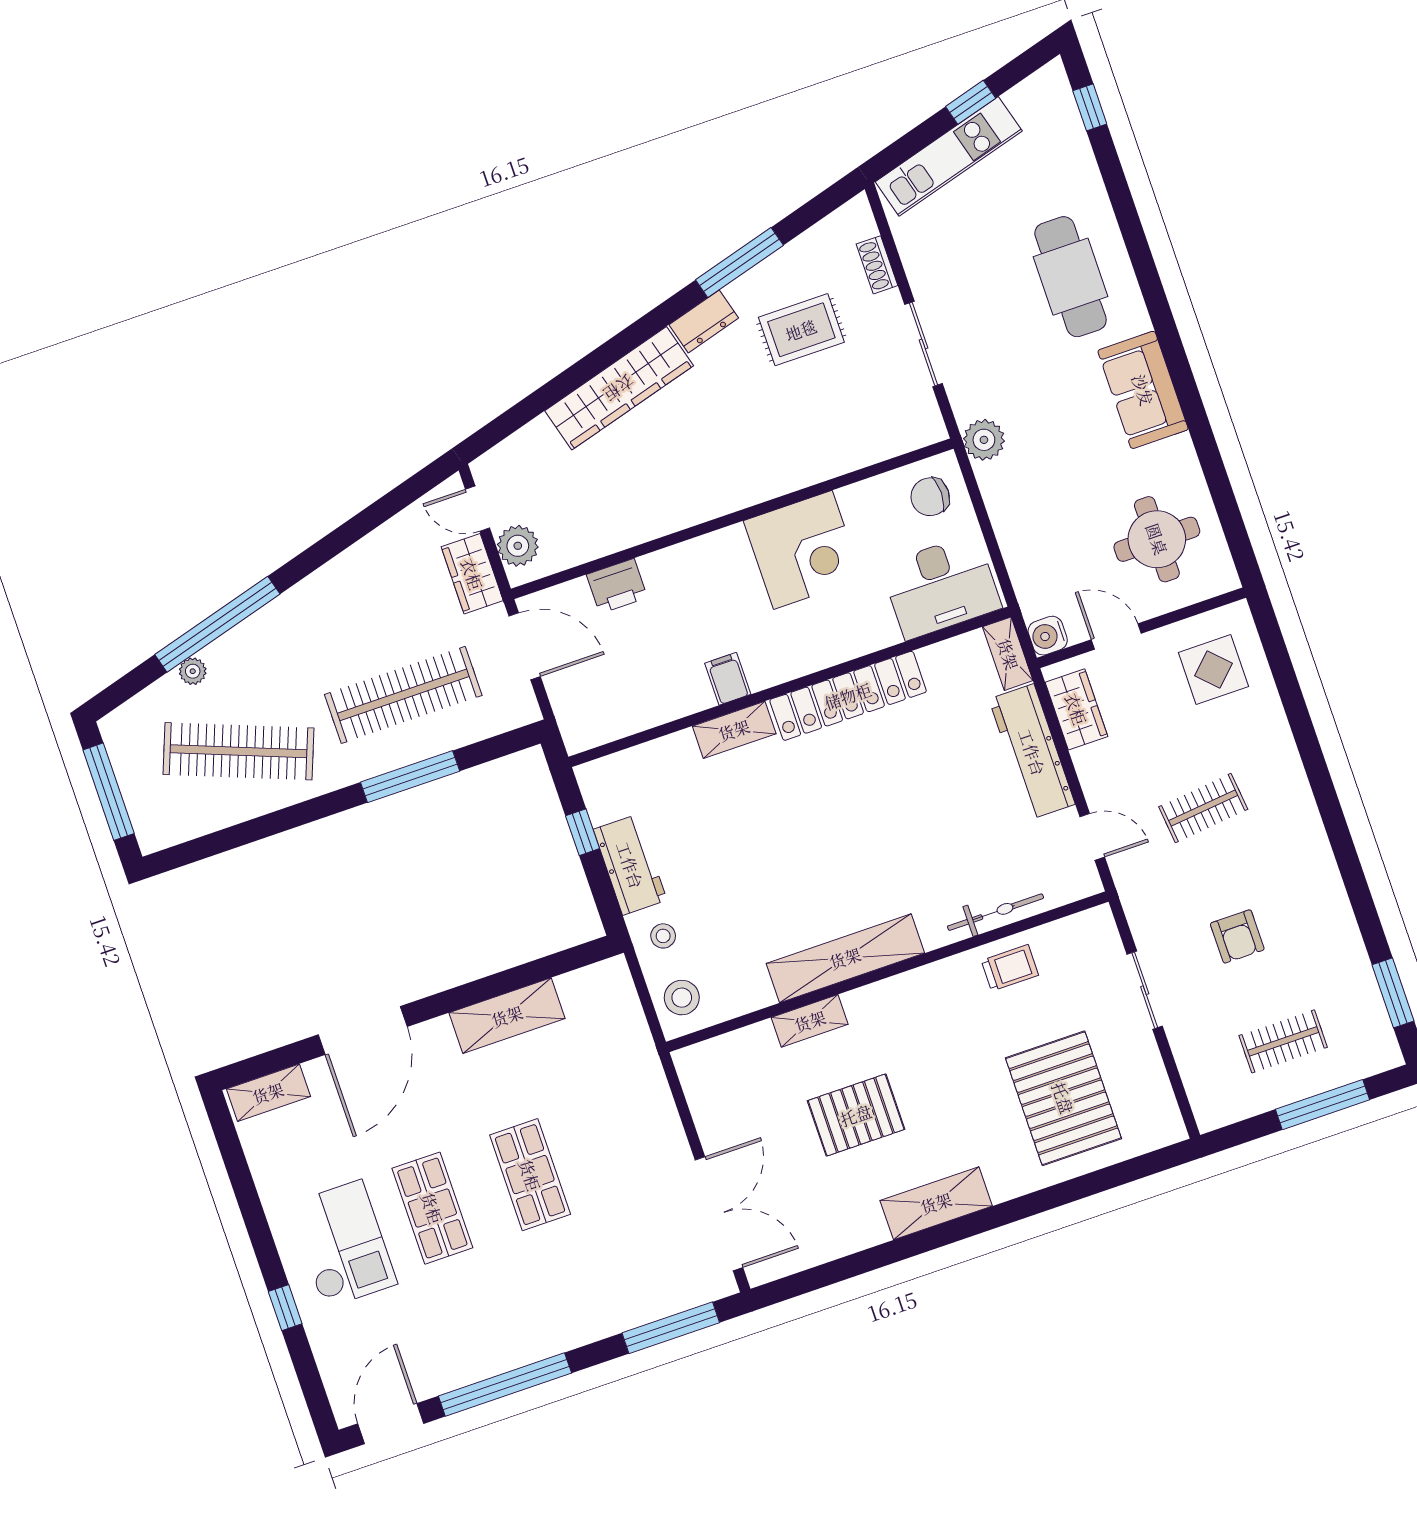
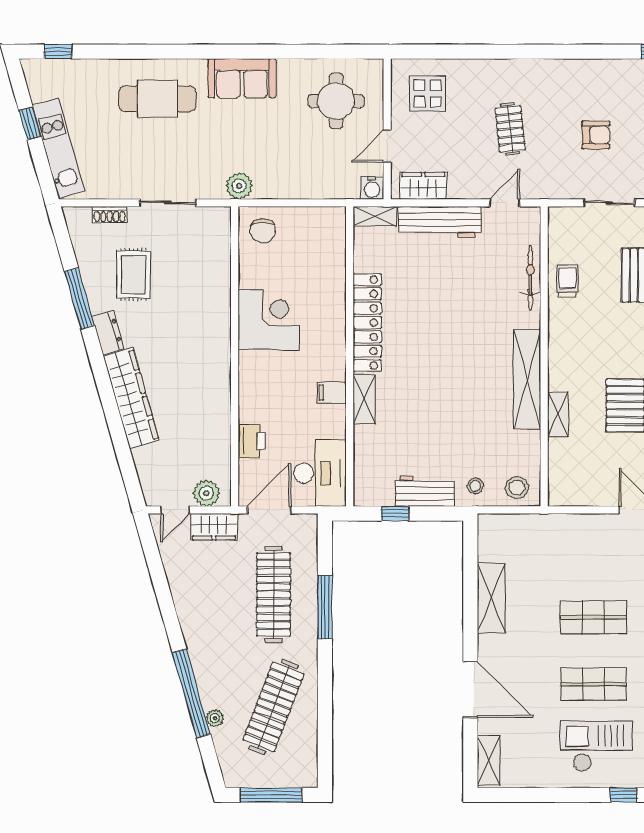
desk: (941, 587) -> (320, 473), moved

